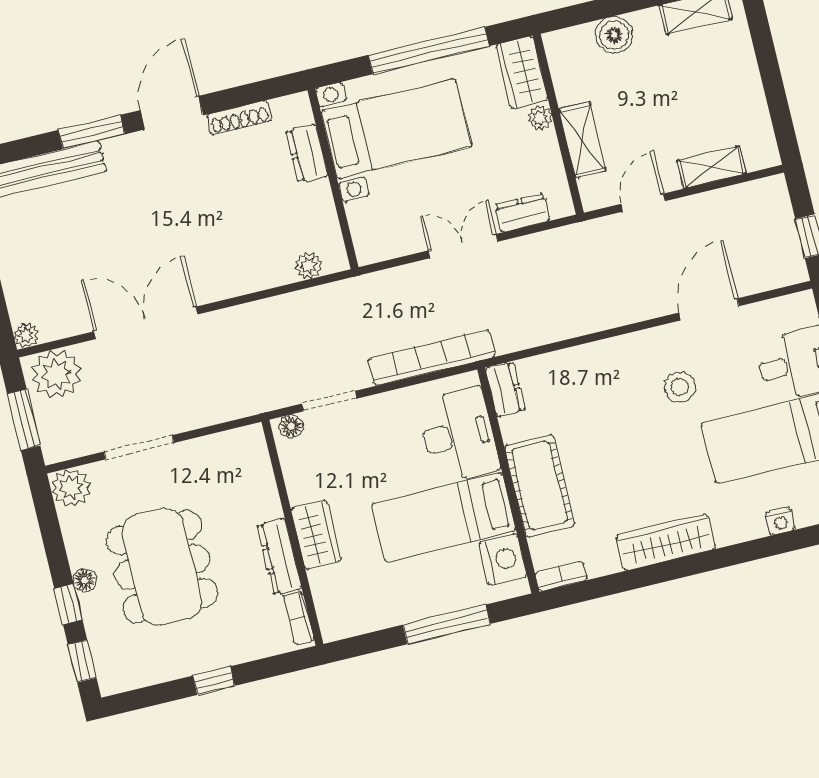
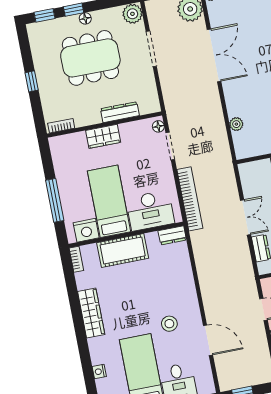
plant: (308, 266) -> (236, 124), moved
dresser: (279, 557) -> (120, 112), moved

